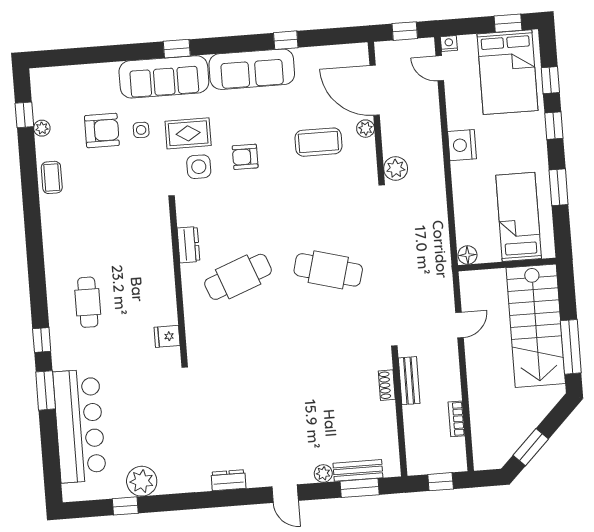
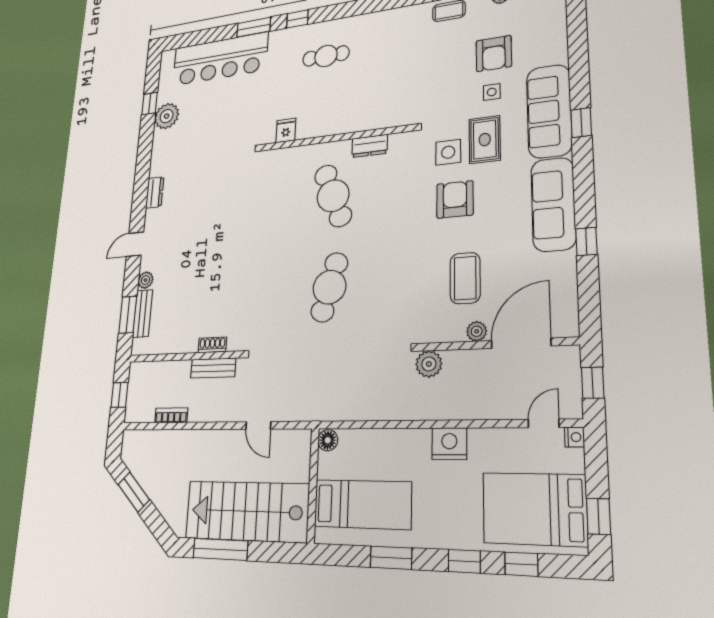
armchair: (245, 157) -> (455, 199), width x1.38, depth x1.38

